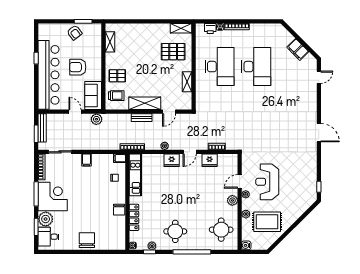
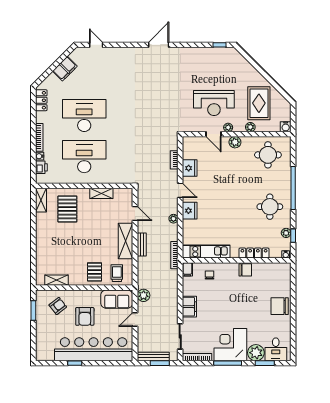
locker: (270, 28) -> (41, 100), added
armchair: (74, 33) -> (58, 306), moved
filing cabinet: (86, 160) -> (189, 307), width x2.00

